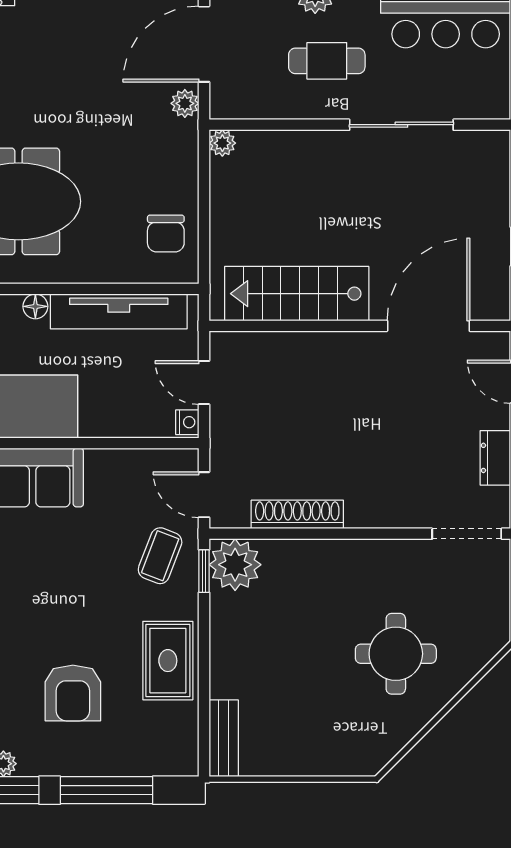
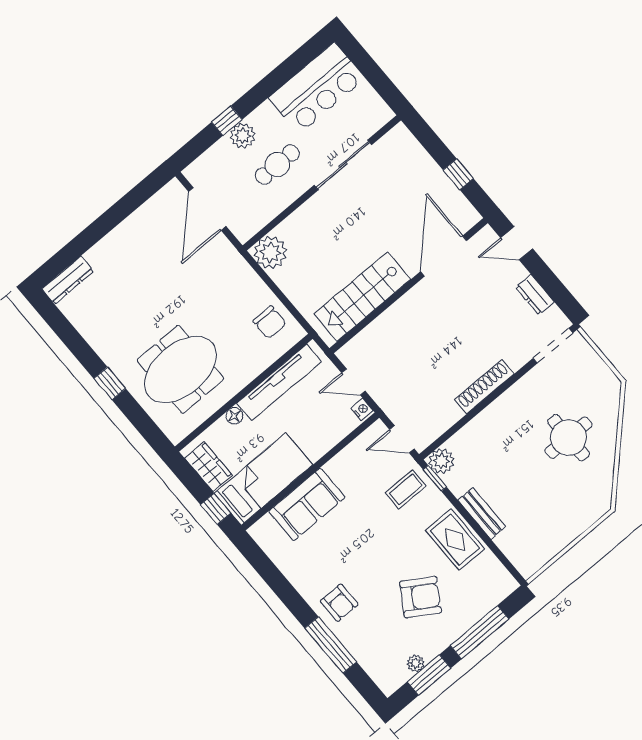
plant: (185, 103) -> (223, 248), removed
plant: (222, 143) -> (270, 253), width x1.88, depth x1.88
shoe rack: (297, 514) -> (484, 387), moved
coffee table: (160, 556) -> (406, 489), turned 69
plant: (235, 565) -> (441, 461), width x0.73, depth x0.73
armchair: (73, 693) -> (420, 597), turned -58
bench: (224, 738) -> (482, 513), moved

